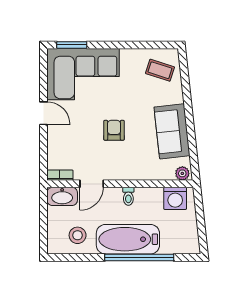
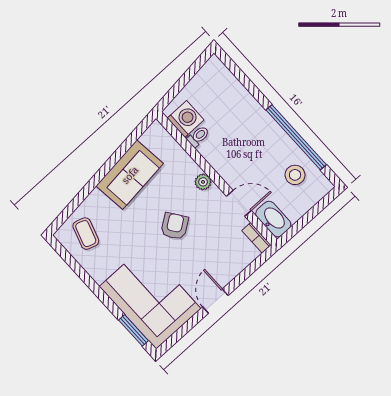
armchair: (114, 130) -> (175, 226), turned 145
plant: (182, 173) -> (203, 182), moved
toilet: (128, 196) -> (198, 136), moved
bathtub: (128, 239) -> (259, 128), removed
window: (139, 257) -> (296, 137), moved

